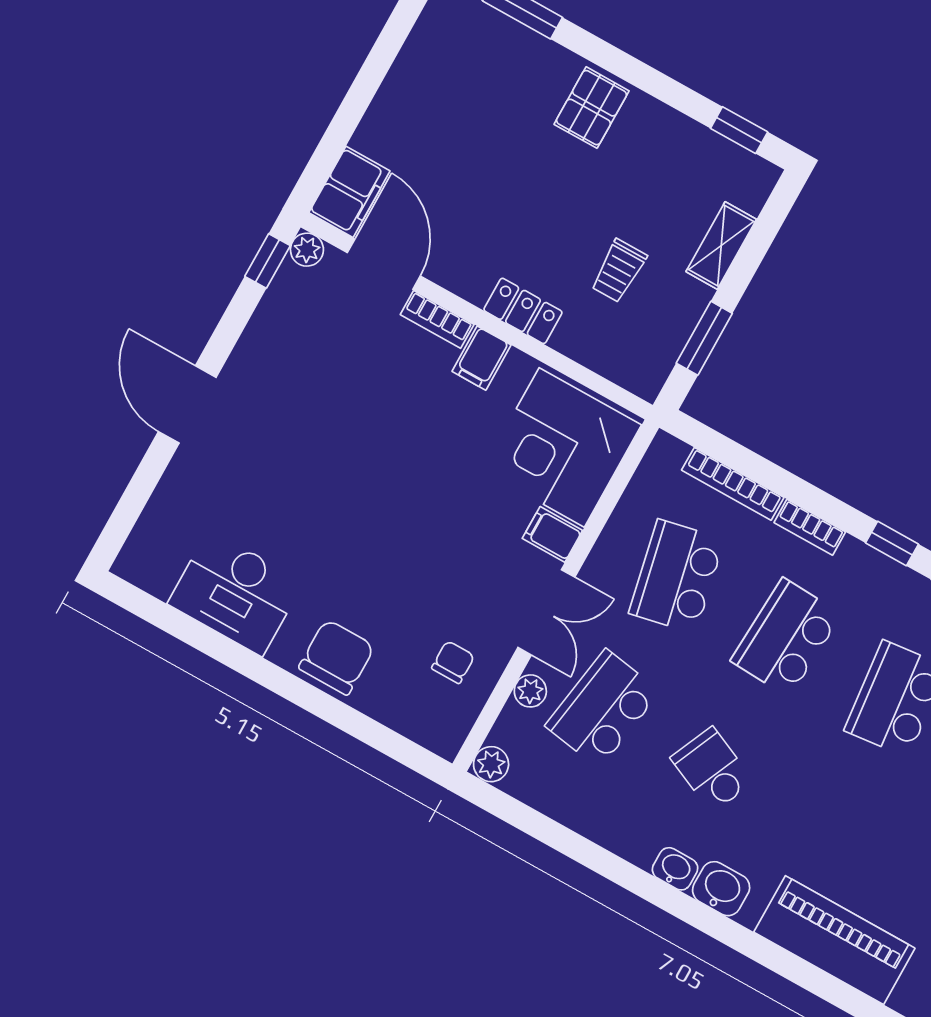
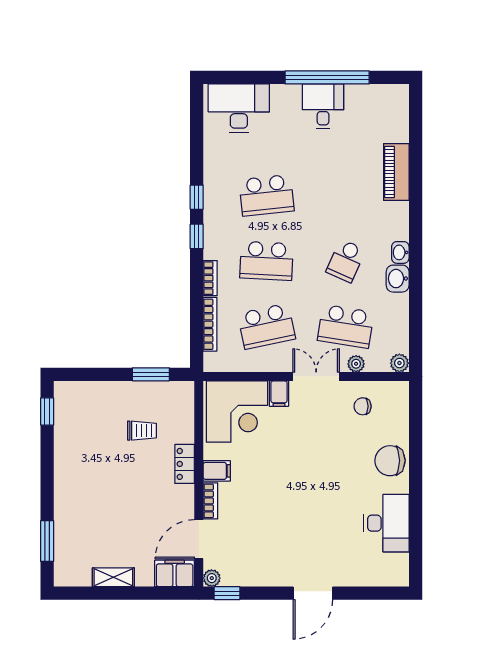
pallet: (592, 108) -> (74, 485), removed
shelving: (721, 246) -> (113, 577), moved
washbasin: (721, 889) -> (398, 279), moved
piano: (834, 940) -> (396, 172), width x0.73, depth x0.75

